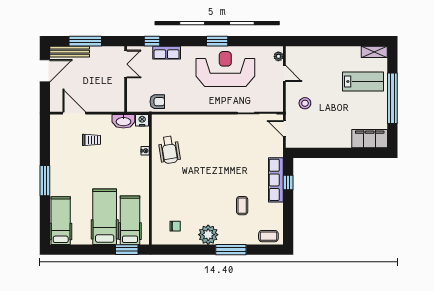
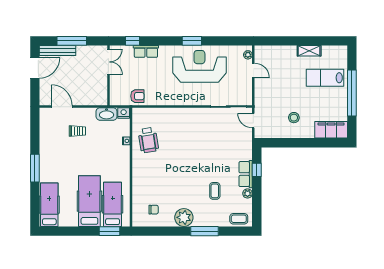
shelving: (374, 52) -> (309, 51), moved
lab bench: (363, 82) -> (325, 78), turned 180
stool: (305, 103) -> (294, 118), moved
row of seats: (276, 180) -> (246, 174), width x0.68
plant: (278, 208) -> (248, 193), added

